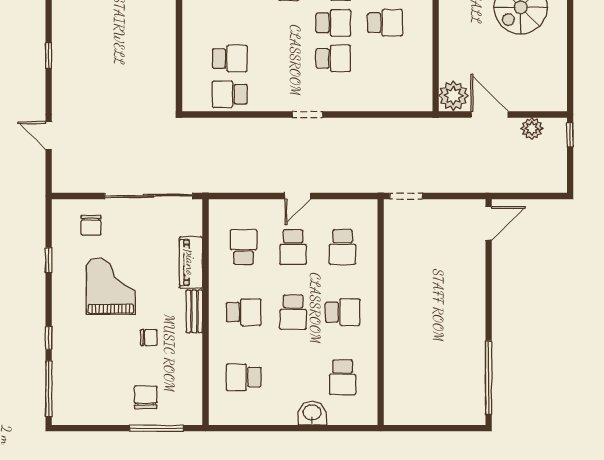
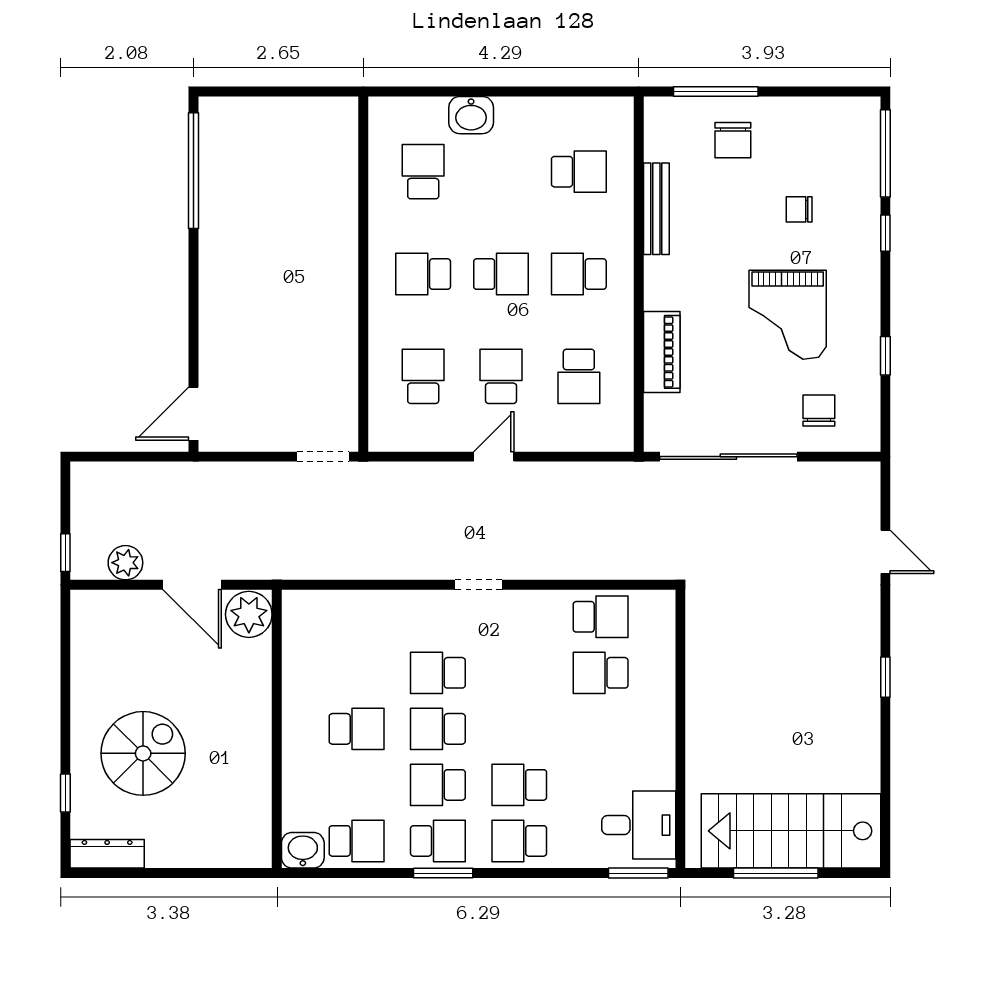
school desk: (385, 23) -> (357, 729), turned 180
bench: (194, 311) -> (656, 209), moved, width x1.36
school desk: (293, 312) -> (501, 274), turned 90
chair: (149, 337) -> (799, 209), moved

